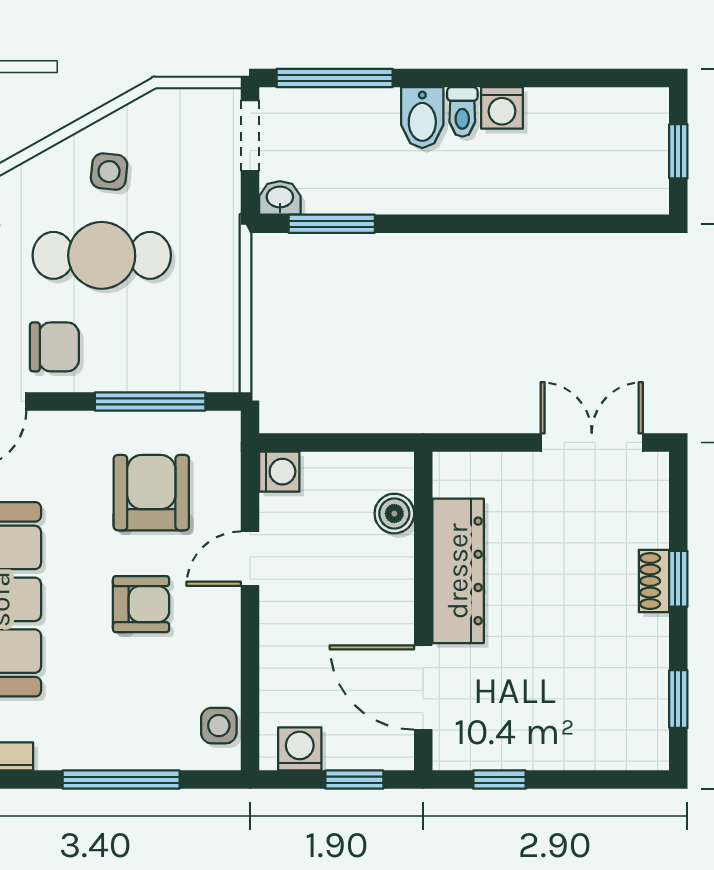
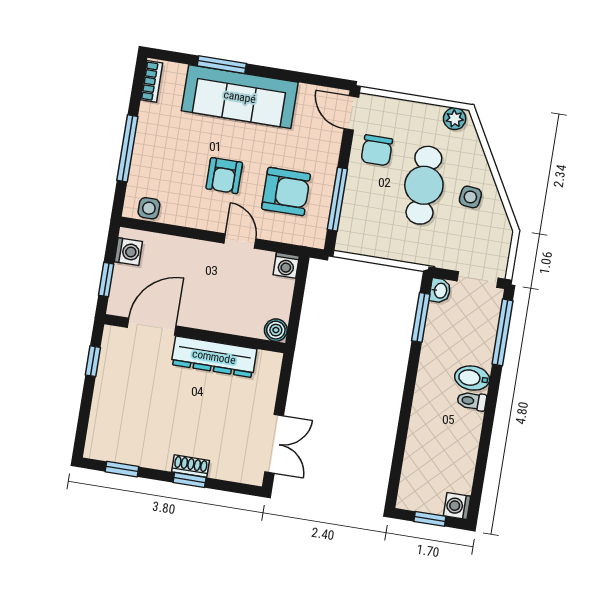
washing machine: (502, 108) -> (457, 506), moved
boiler: (394, 514) -> (276, 330), moved

